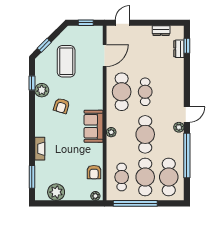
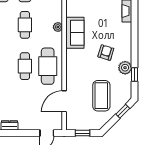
cafe table: (145, 134) -> (25, 25), width x0.73, depth x0.74

